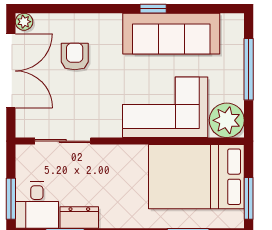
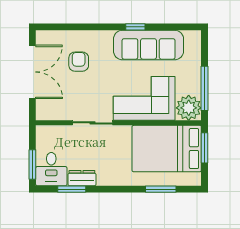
plant: (24, 22) -> (42, 36), removed
window: (249, 69) -> (205, 88), moved
sliding door: (63, 141) -> (92, 123), moved
window: (249, 198) -> (205, 148), moved

